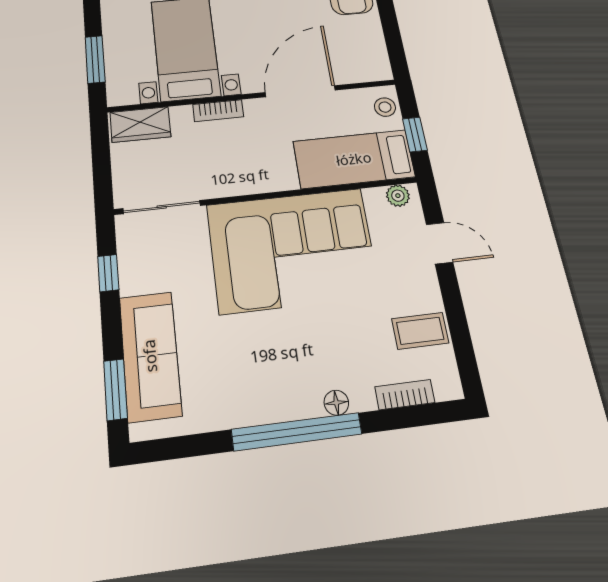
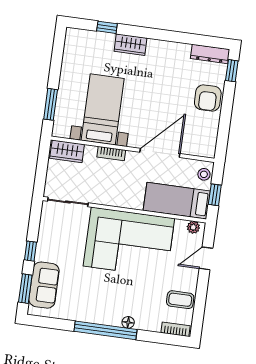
door: (440, 243) -> (206, 258), swing flipped
window: (108, 273) -> (30, 251), moved
sofa: (150, 356) -> (44, 285), width x0.73
bookcase: (405, 395) -> (175, 329), moved

